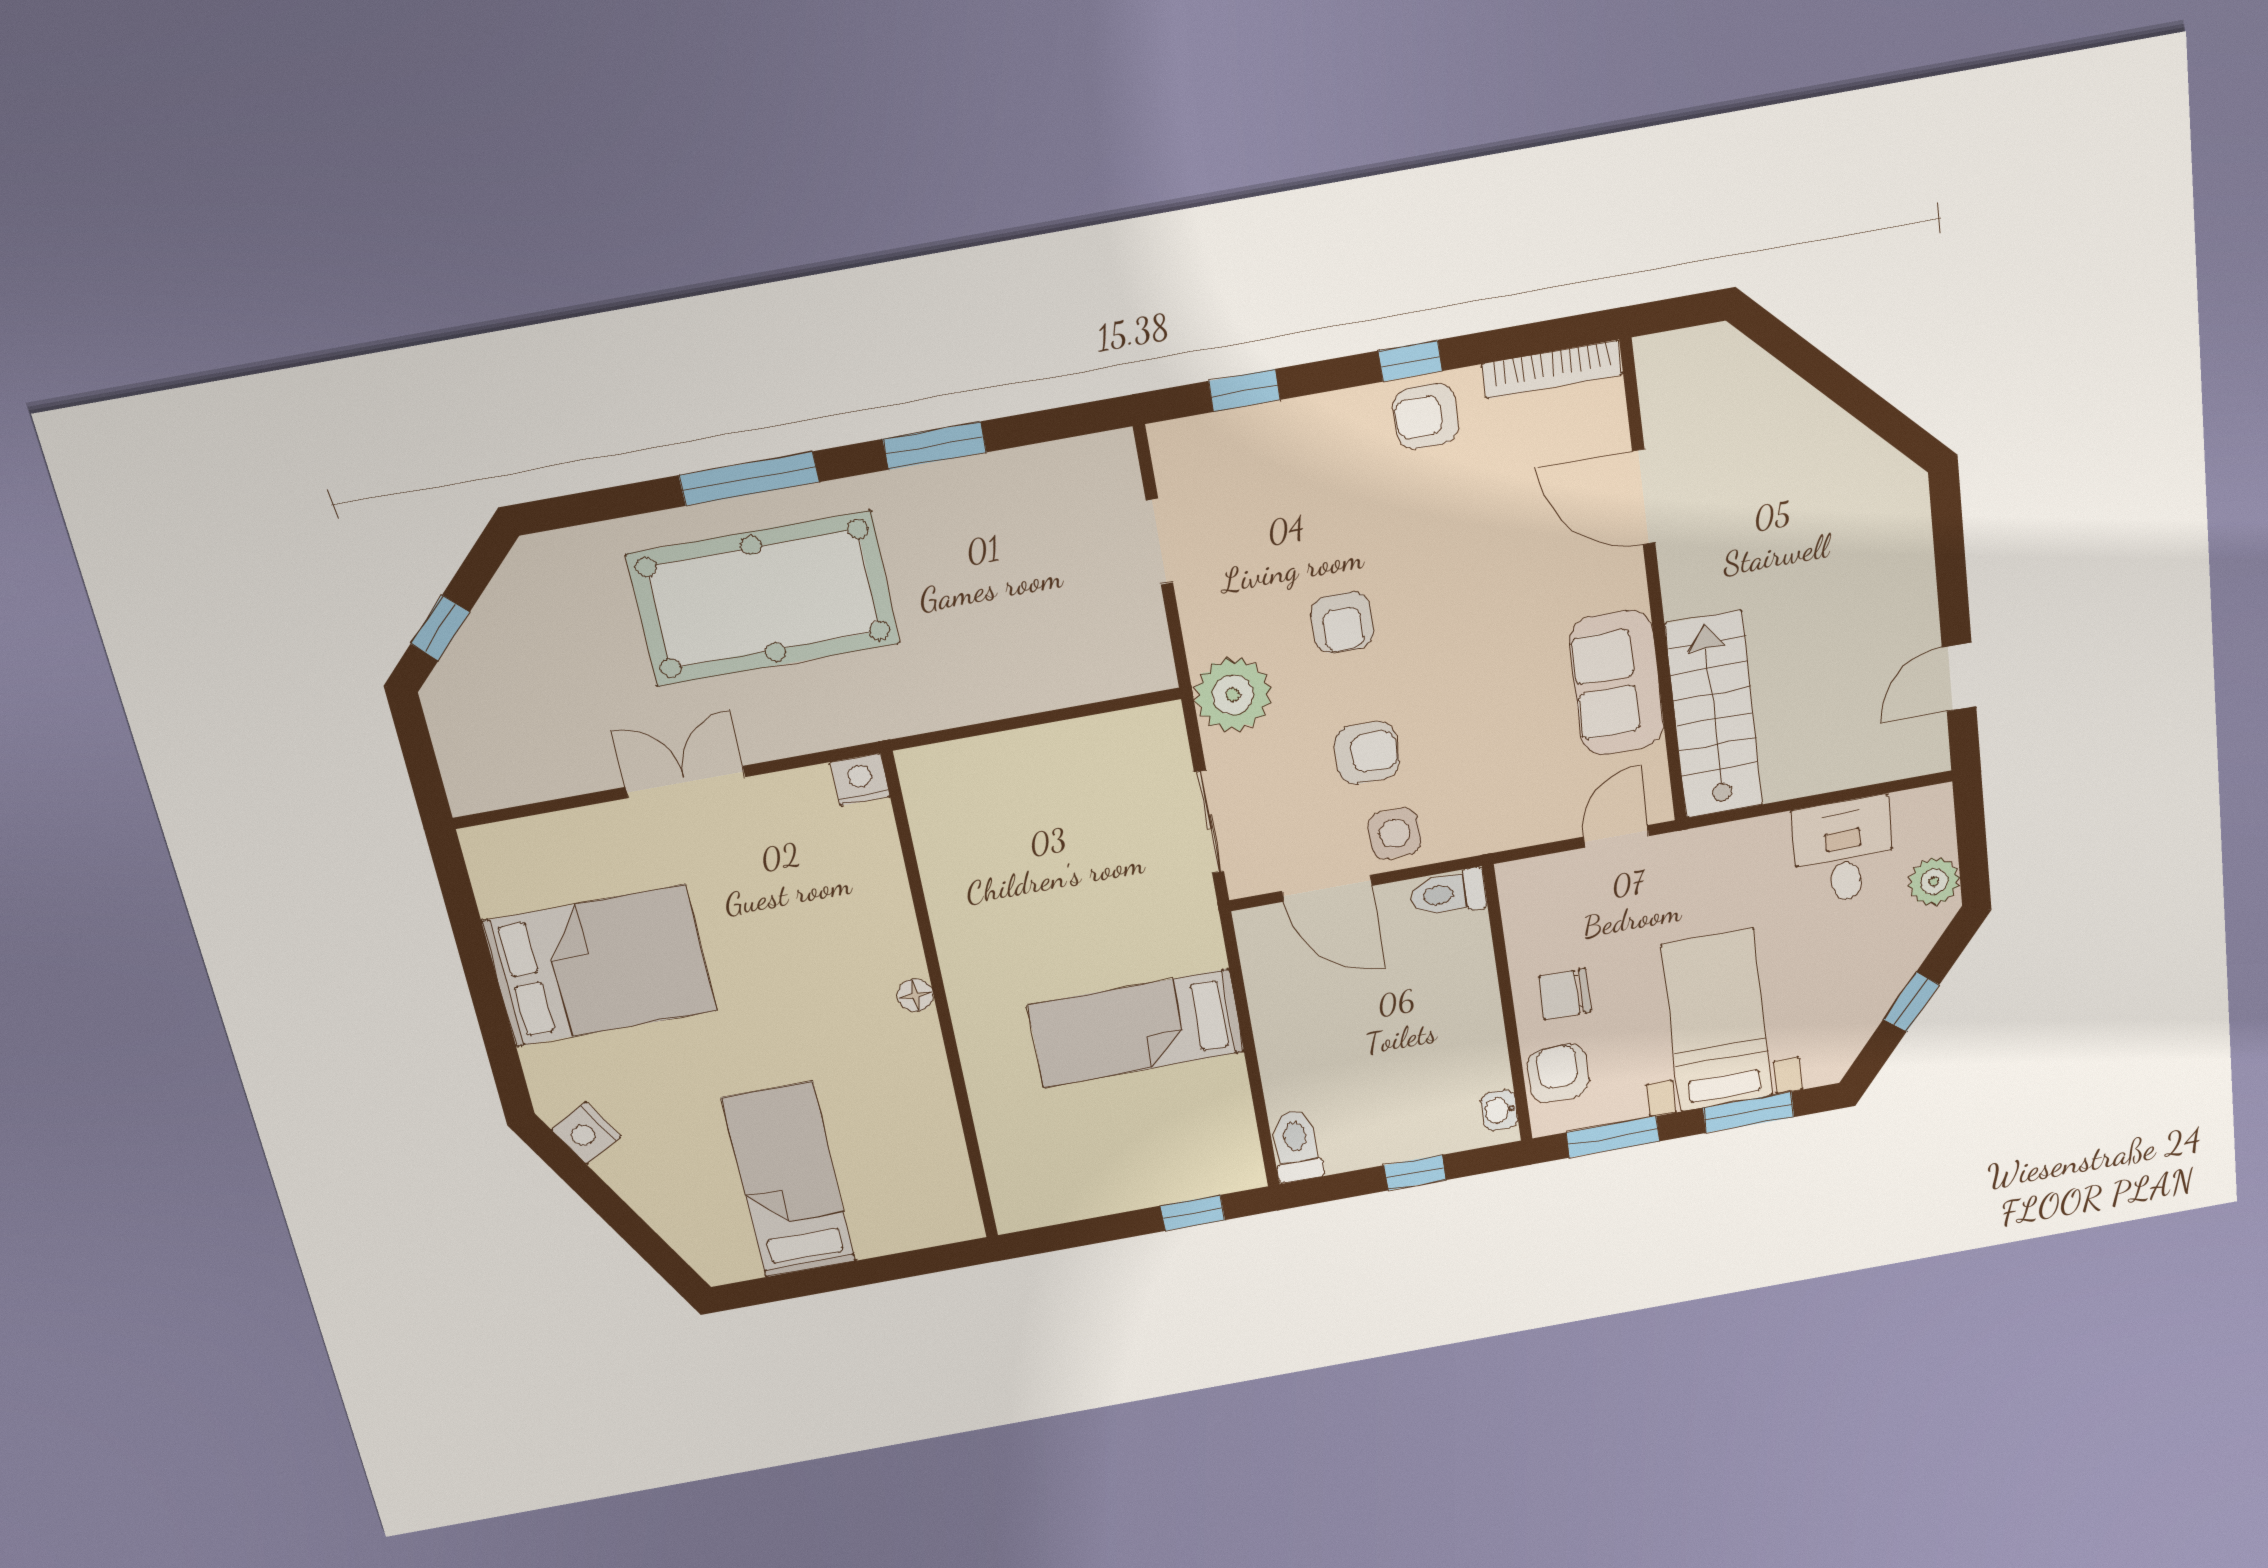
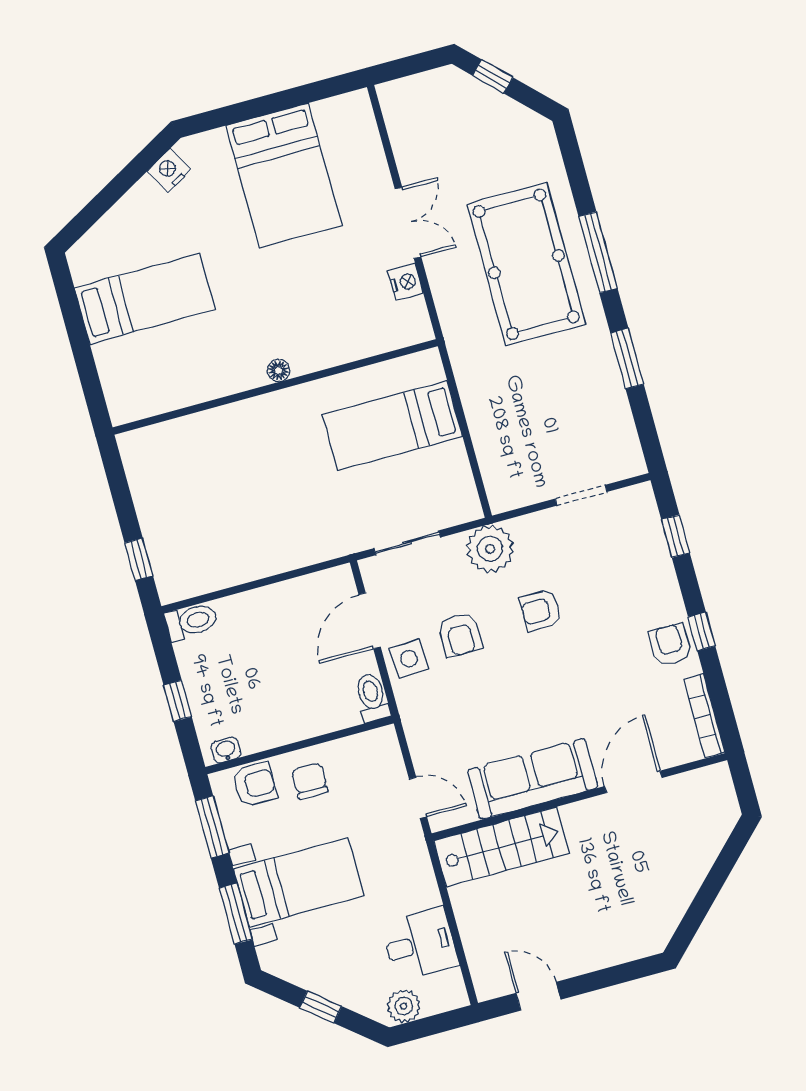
sofa: (1617, 683) -> (533, 779), width x1.36
nightstand: (860, 779) -> (406, 282), moved
bed: (1136, 1028) -> (393, 426), moved, turned -90

